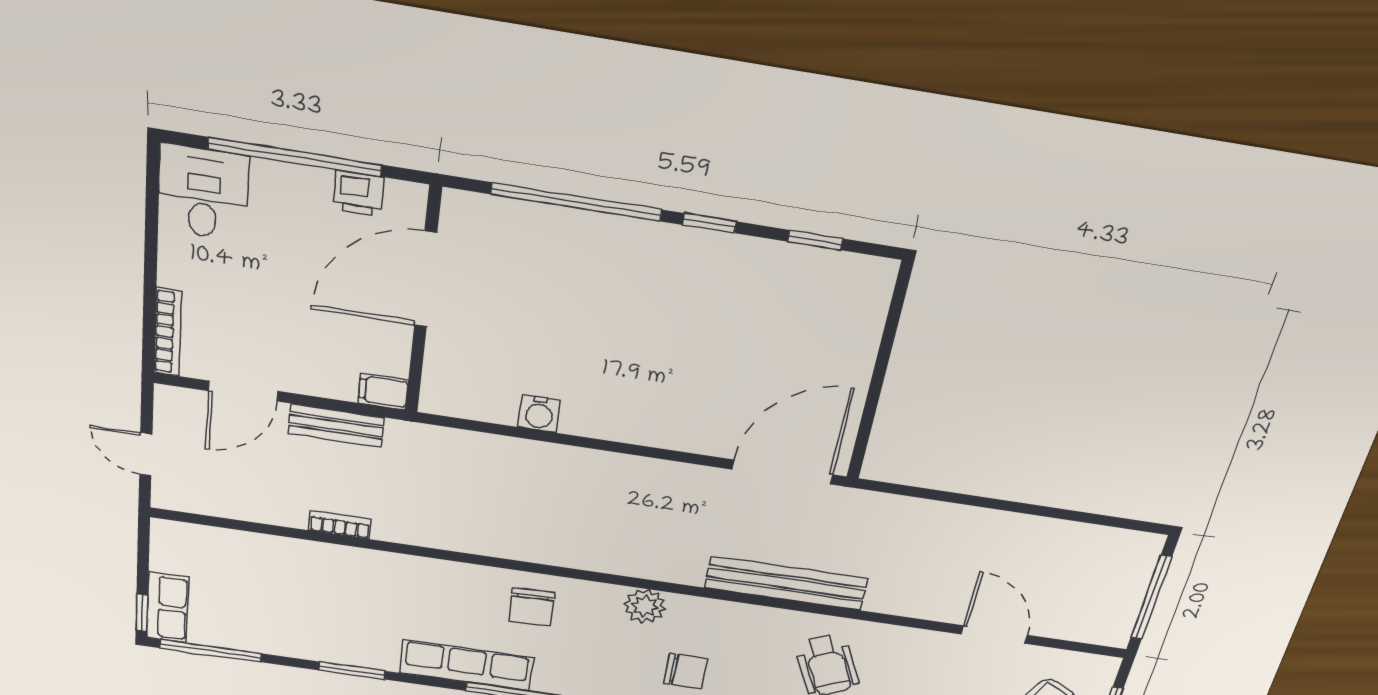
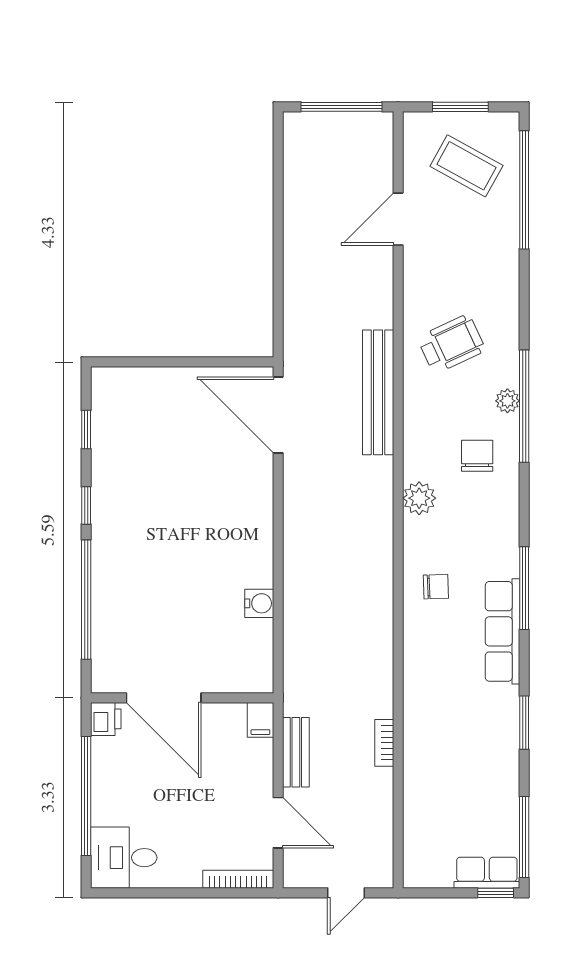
printer: (359, 193) -> (106, 719), moved
chair: (532, 607) -> (436, 587), width x0.73, depth x0.73

